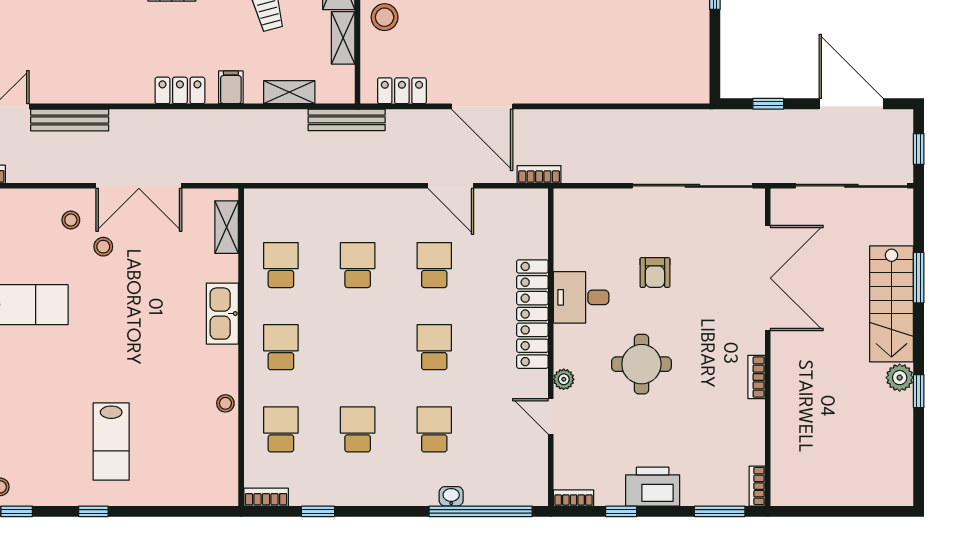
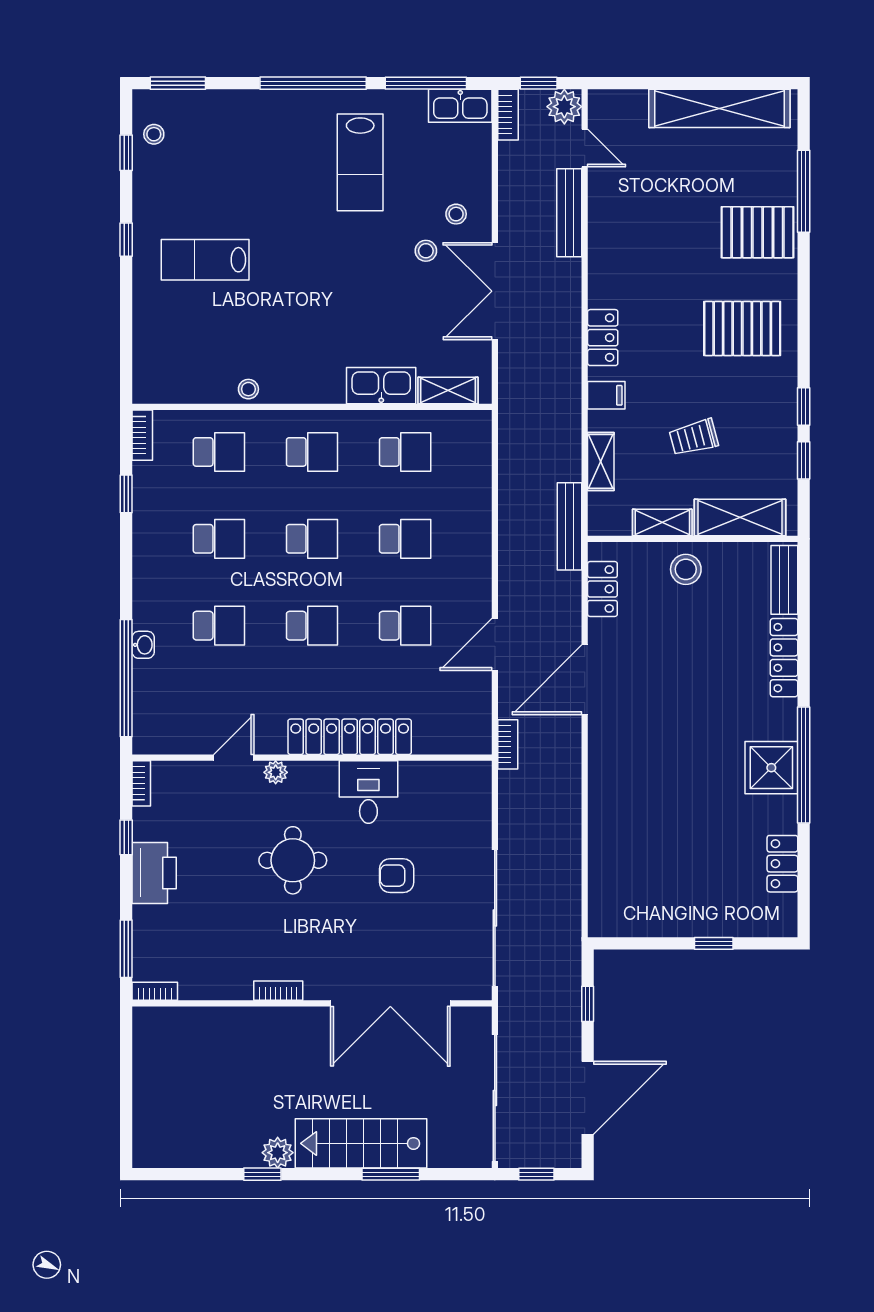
kitchen sink: (222, 314) -> (381, 386), moved
school desk: (358, 347) -> (312, 539), added

